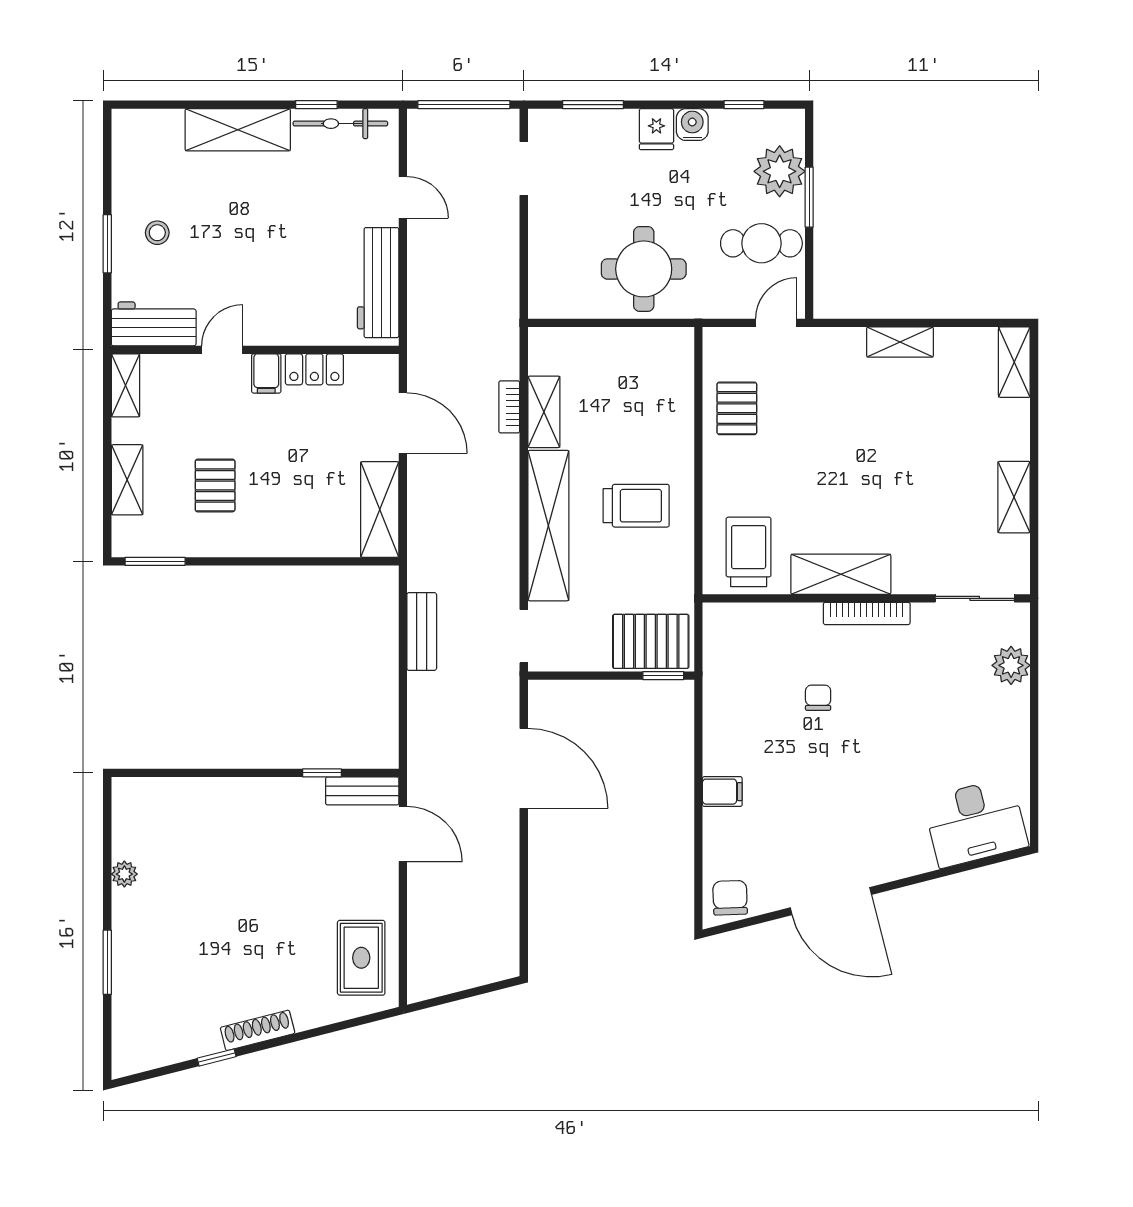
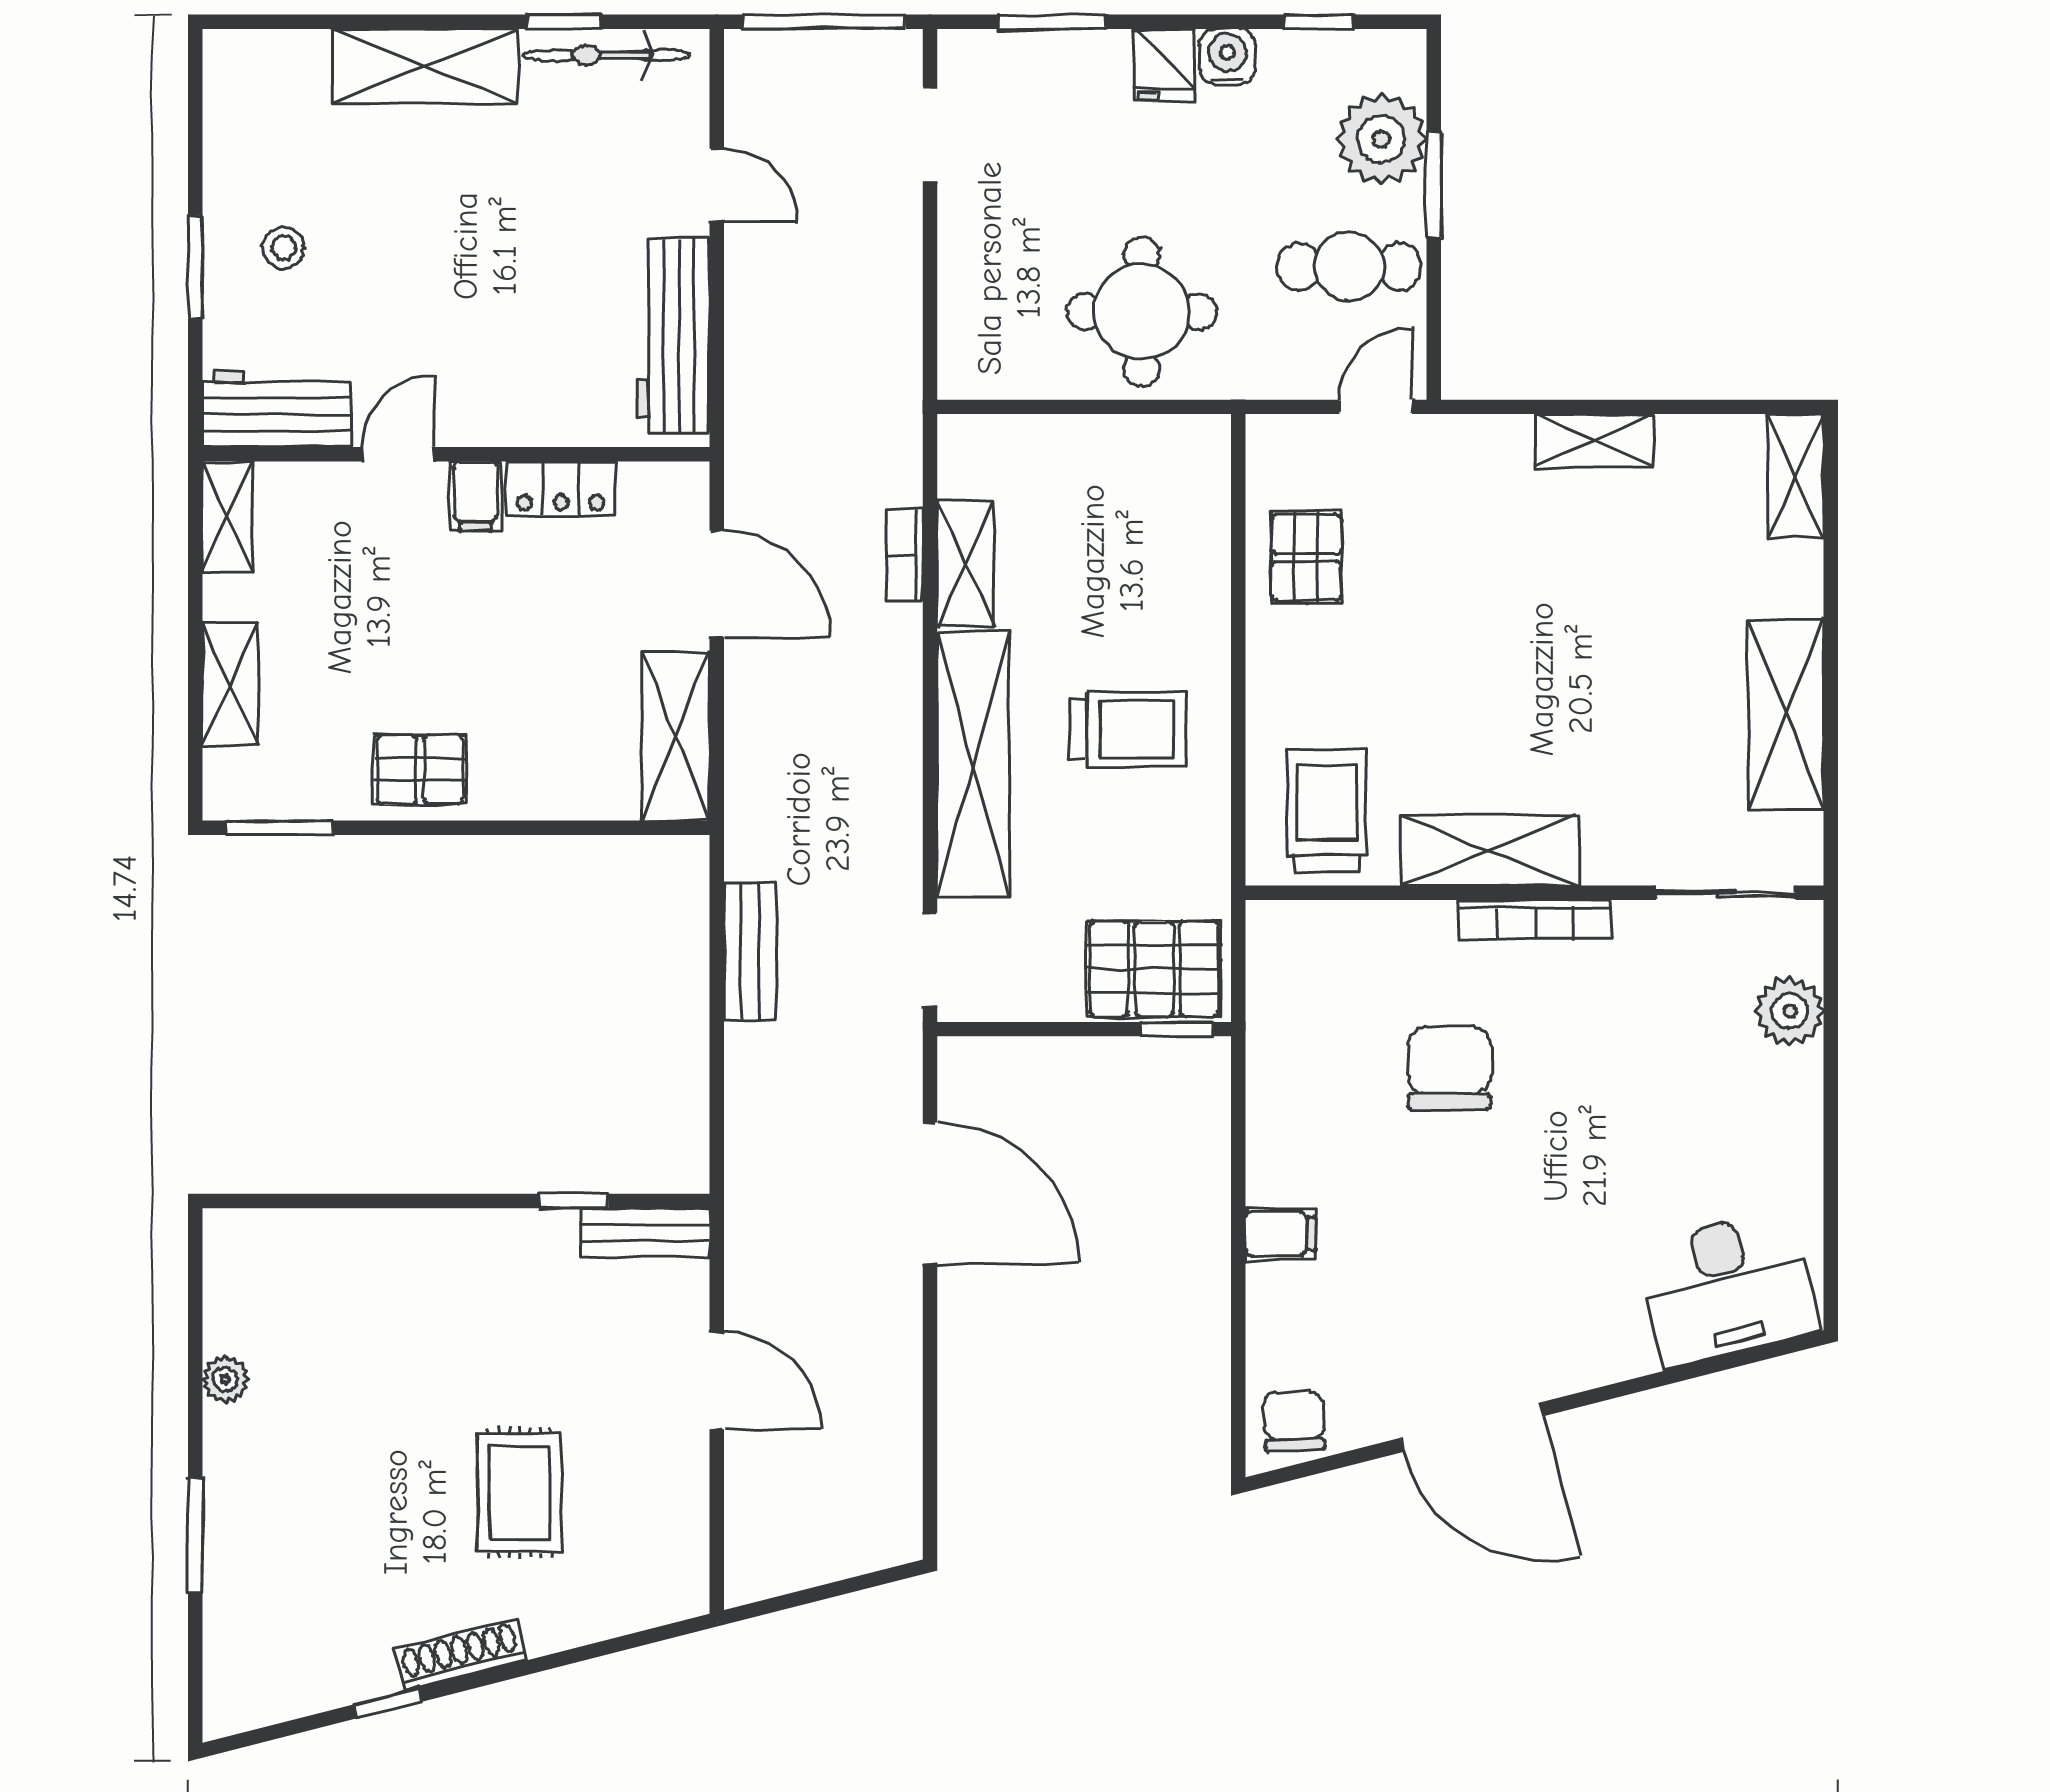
pallet: (215, 485) -> (420, 770), moved, turned 90
shelving: (1014, 497) -> (1786, 714), width x1.50, depth x1.33
chair: (818, 698) -> (1449, 1068), width x1.87, depth x1.87
door: (403, 834) -> (717, 1381), moved
rug: (361, 958) -> (520, 1493), moved

